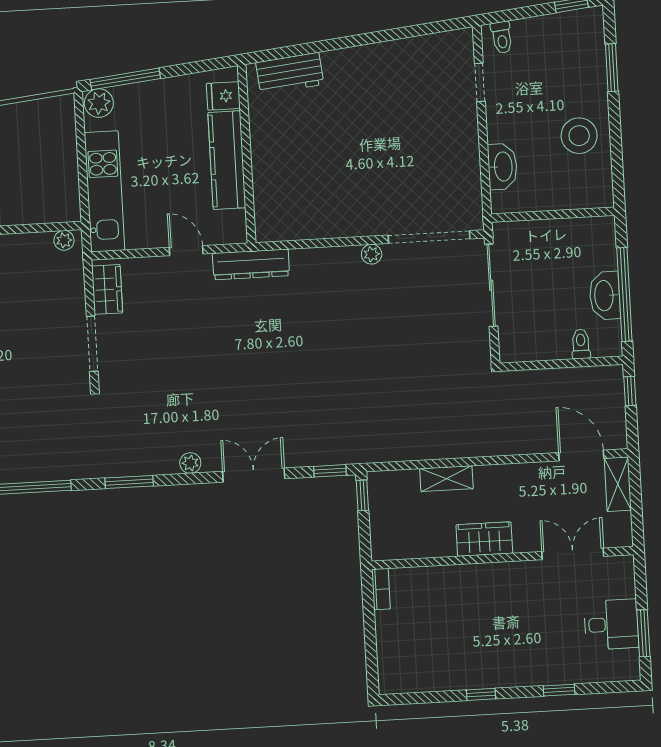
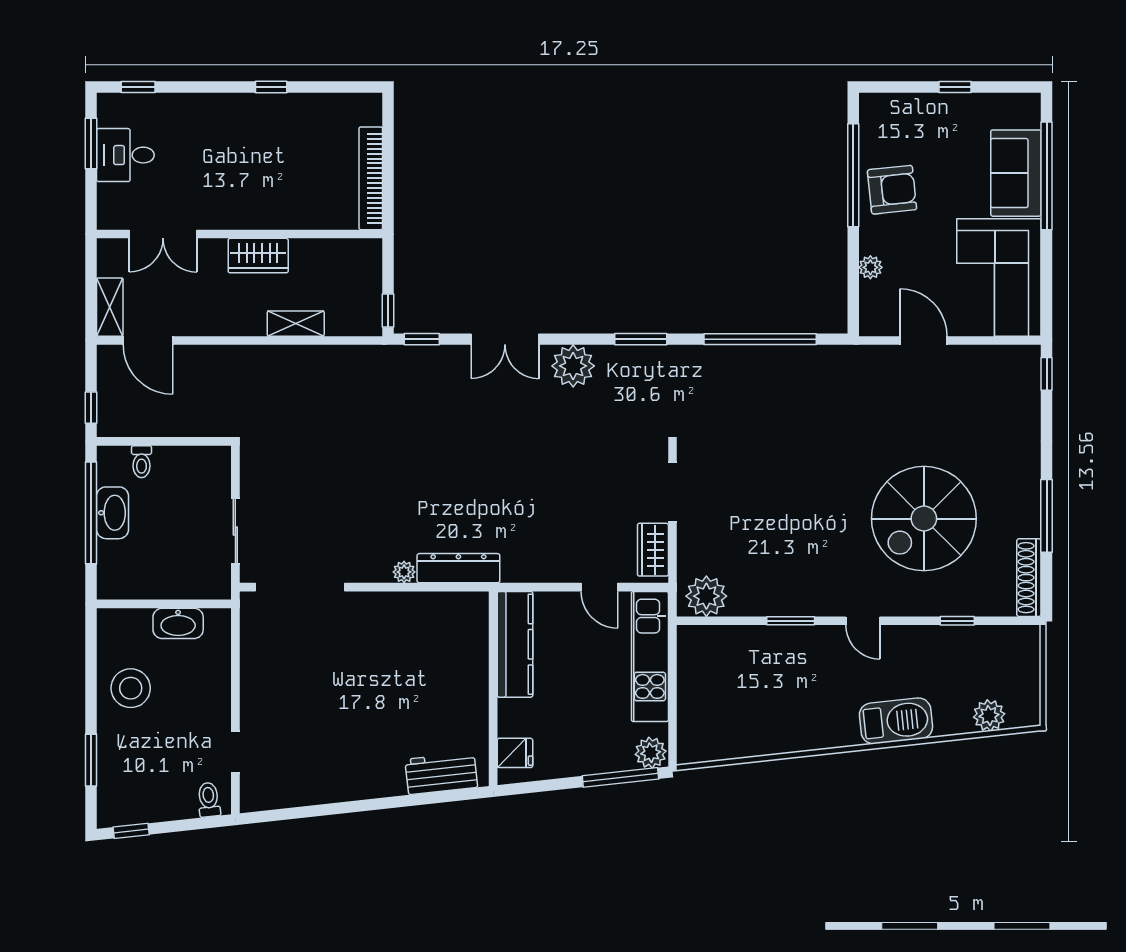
kitchen counter: (227, 160) -> (515, 644), moved
washbasin: (502, 167) -> (178, 623), moved, turned -90
plant: (64, 240) -> (706, 596), width x1.88, depth x1.88
door: (186, 251) -> (599, 587), moved
plant: (372, 254) -> (404, 572), moved
dresser: (251, 264) -> (458, 568), moved
sliding door: (491, 285) -> (235, 531), width x0.73
plant: (190, 463) -> (573, 366), width x1.88, depth x1.88
bookcase: (381, 589) -> (371, 178), width x2.31, depth x1.31
window: (559, 690) -> (138, 87), moved

